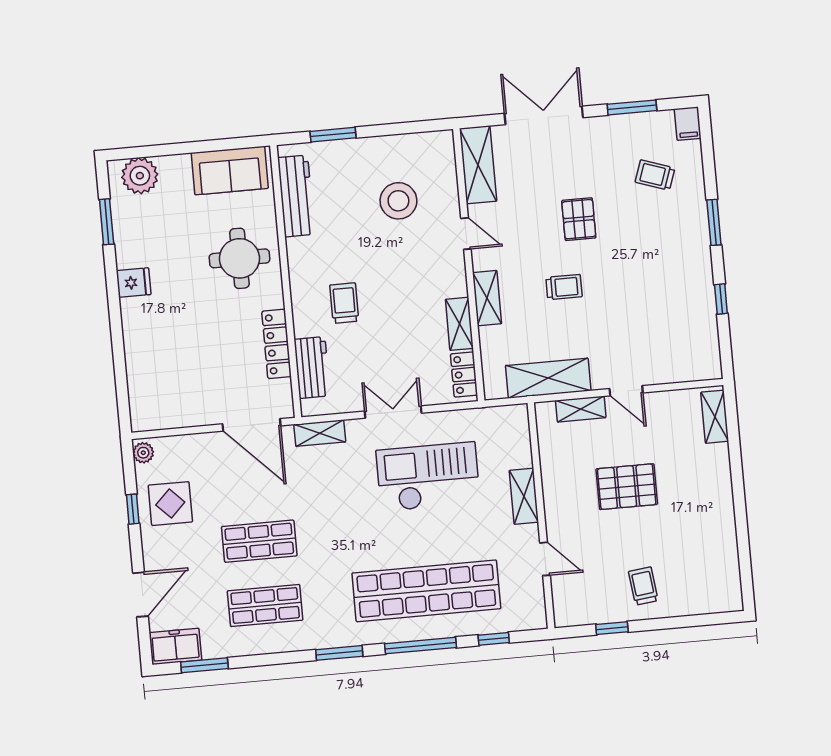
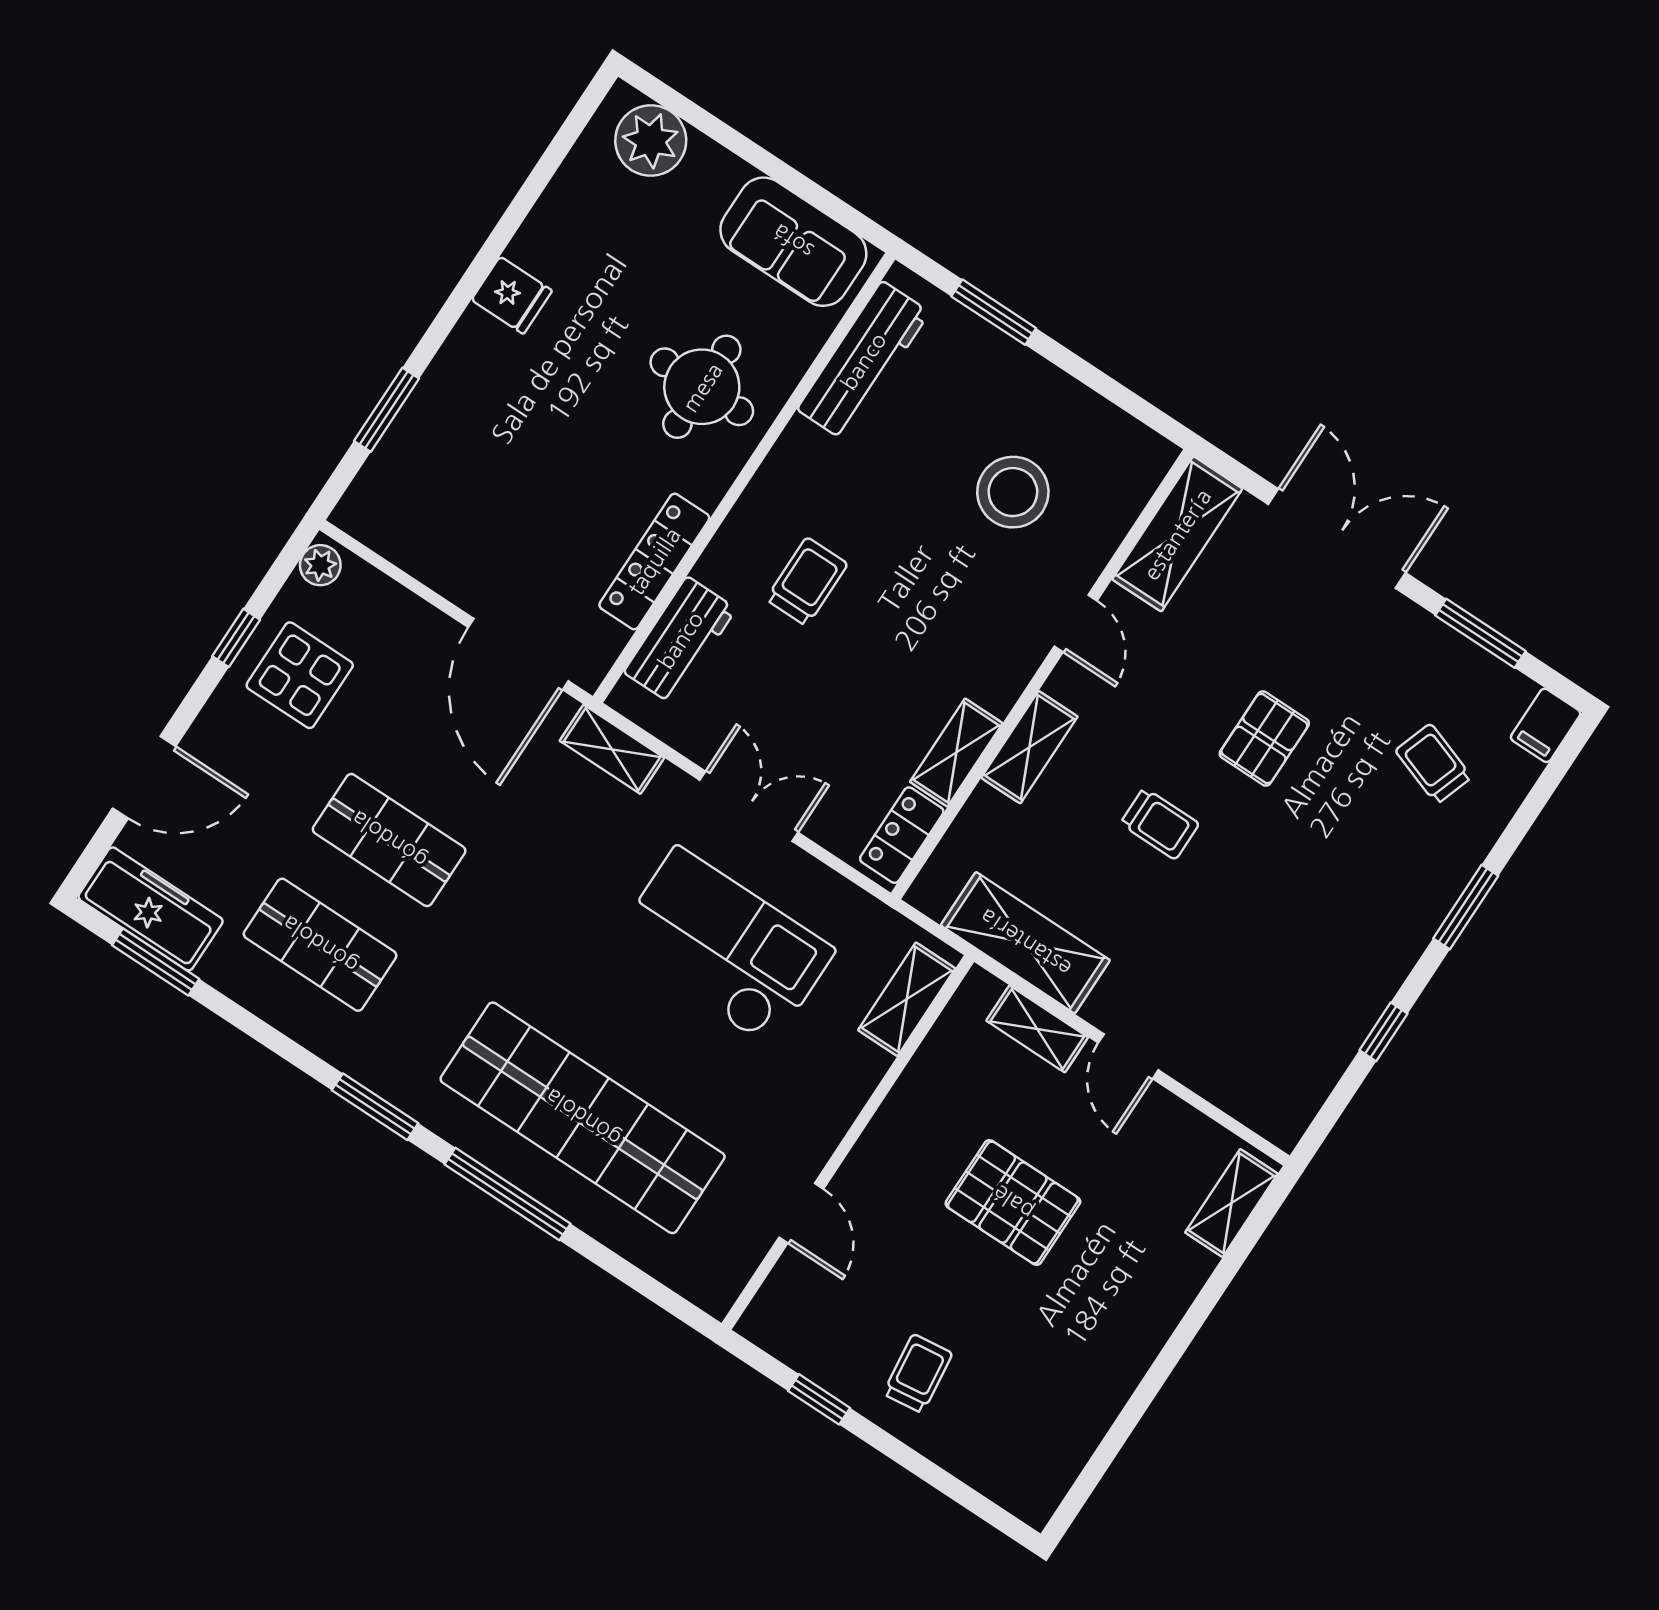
window: (107, 222) -> (387, 410), moved
shelving: (524, 496) -> (907, 999), moved
window: (494, 639) -> (627, 1273), removed
freezer: (175, 646) -> (151, 909), width x1.40

